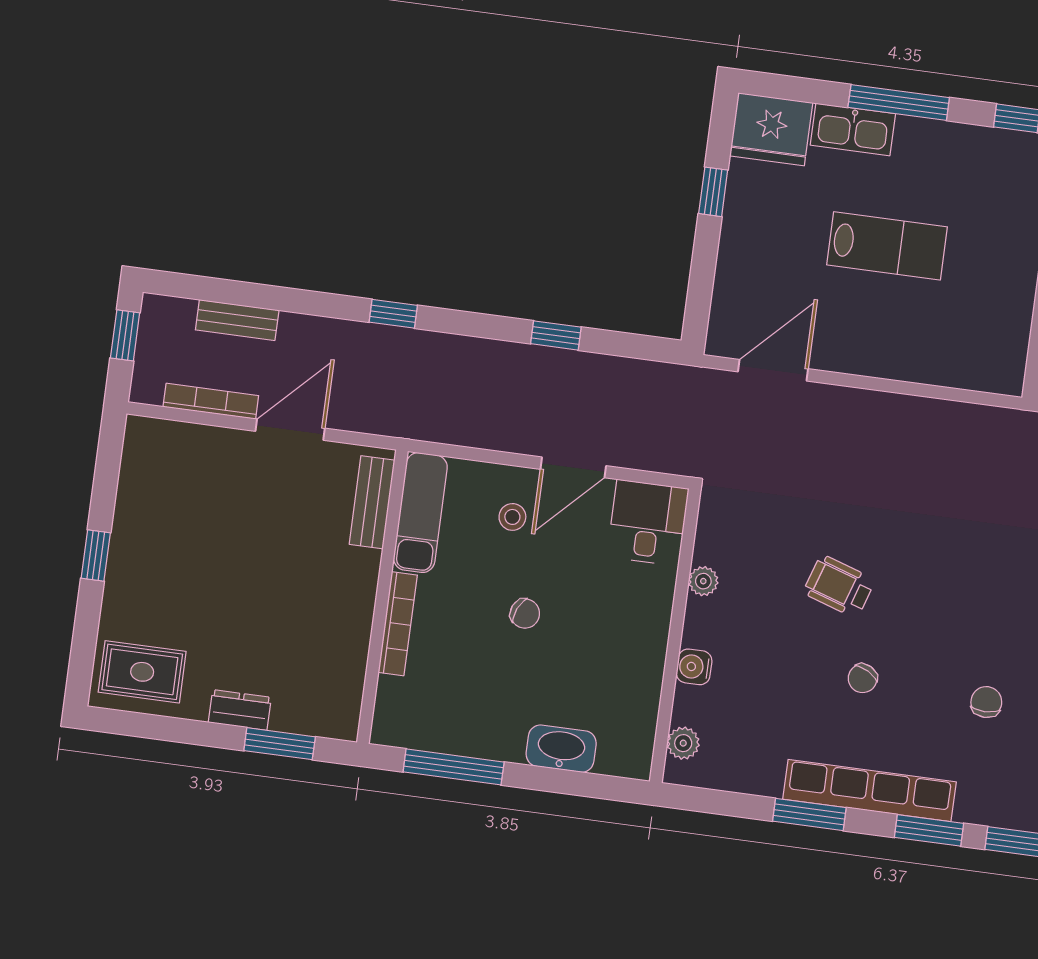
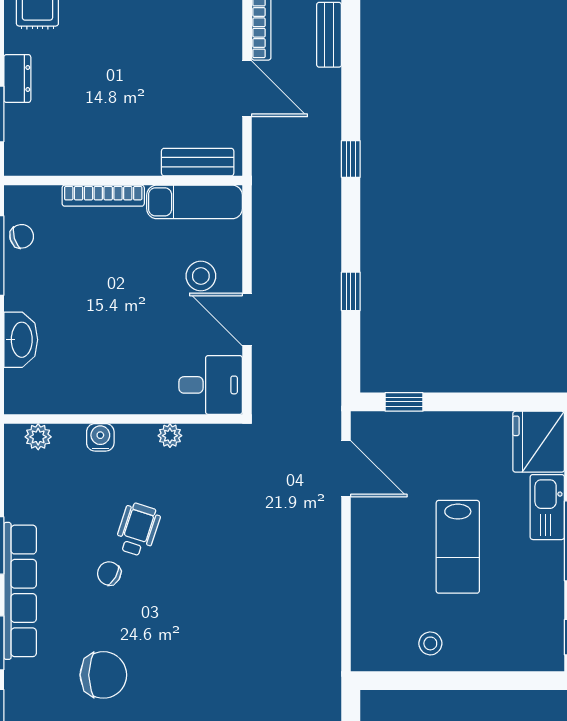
window: (713, 192) -> (404, 402), moved
stool: (1001, 295) -> (430, 643), added
stool: (512, 517) -> (201, 276), width x1.37, depth x1.37
wheelchair: (839, 586) -> (138, 529), moved
chair: (525, 614) -> (22, 236), moved, turned -131
chair: (986, 702) -> (103, 675), width x1.87, depth x1.87

